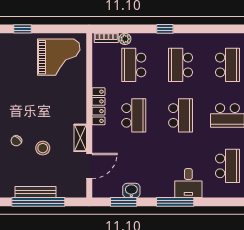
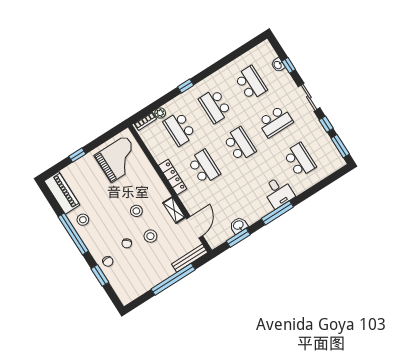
stool: (45, 116) -> (136, 211), added
bench: (35, 192) -> (190, 258), moved

